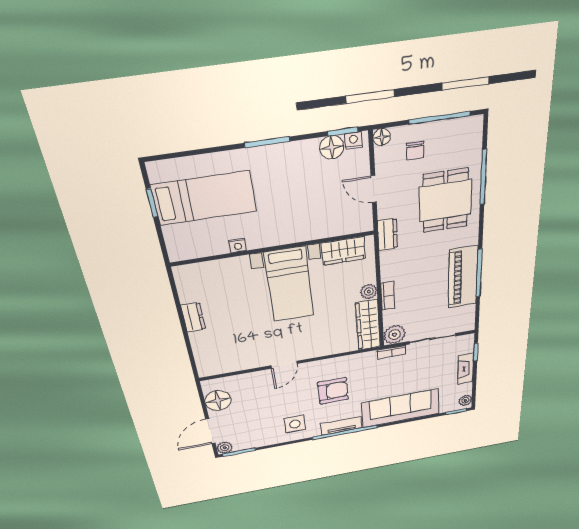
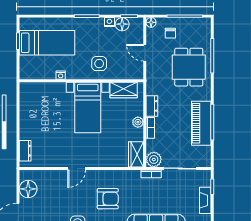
nightstand: (354, 140) -> (109, 22), moved
side table: (299, 218) -> (99, 64), added
dresser: (387, 235) -> (152, 106), moved
dresser: (193, 317) -> (25, 151), moved
wardrobe: (368, 325) -> (136, 154), width x0.67

